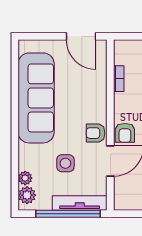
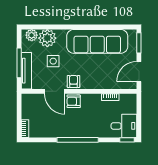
window: (38, 36) -> (139, 43), added
plant: (25, 178) -> (47, 38), width x1.88, depth x1.88
window: (68, 214) -> (19, 63), width x0.68

